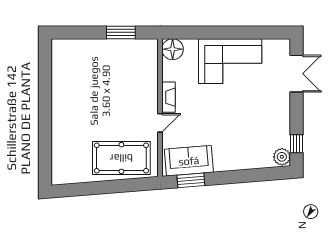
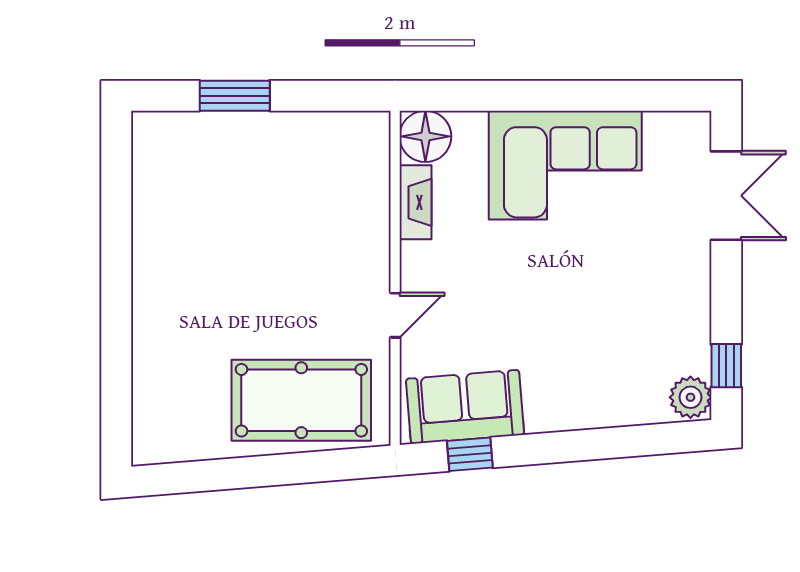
window: (121, 32) -> (235, 96), moved
fireplace: (168, 97) -> (416, 202), moved
window: (191, 180) -> (470, 454), width x0.67

